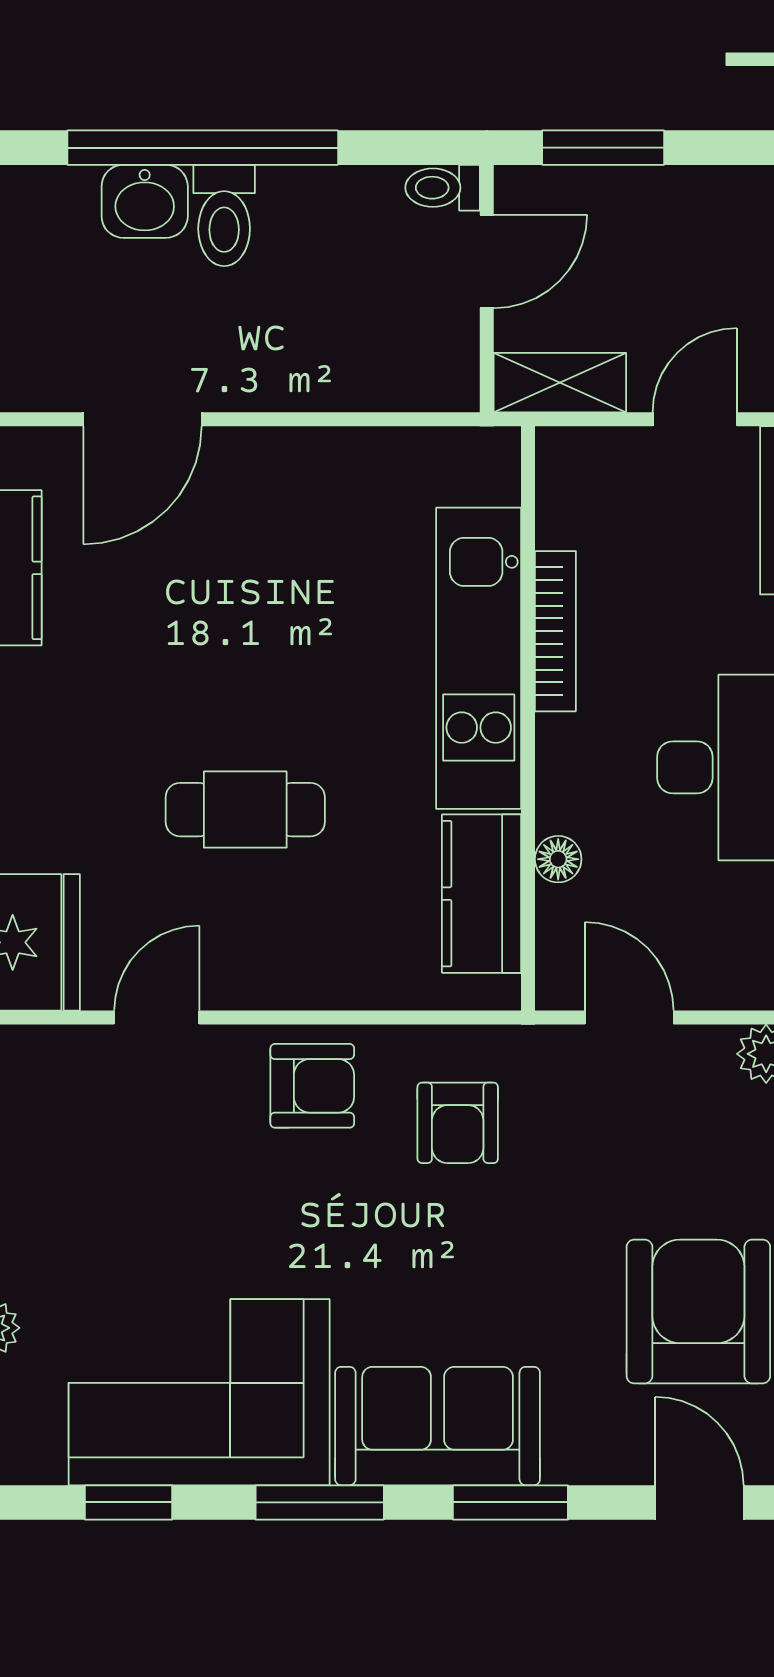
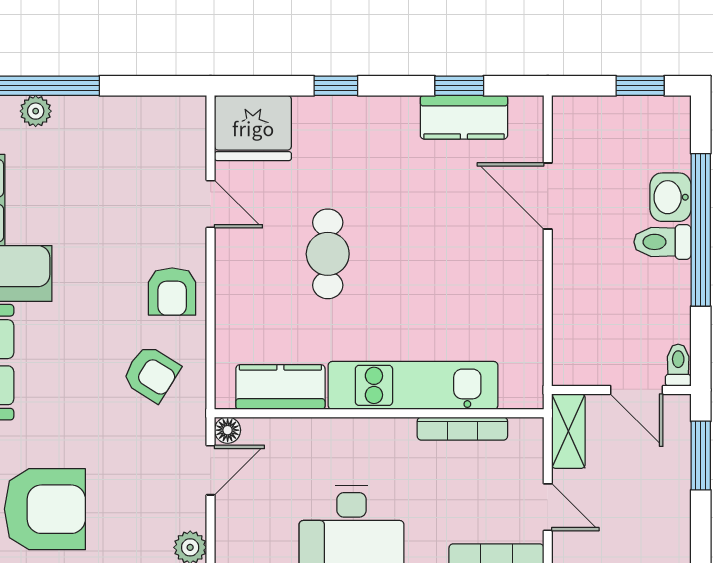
bookcase: (555, 631) -> (462, 429), moved
floor lamp: (558, 859) -> (228, 430), moved
armchair: (458, 1123) -> (151, 374), turned -148

